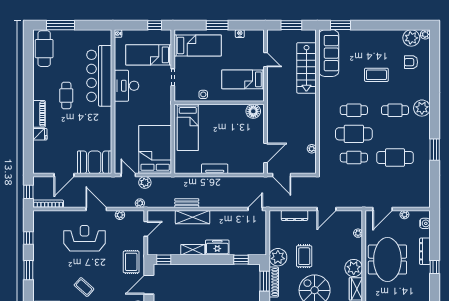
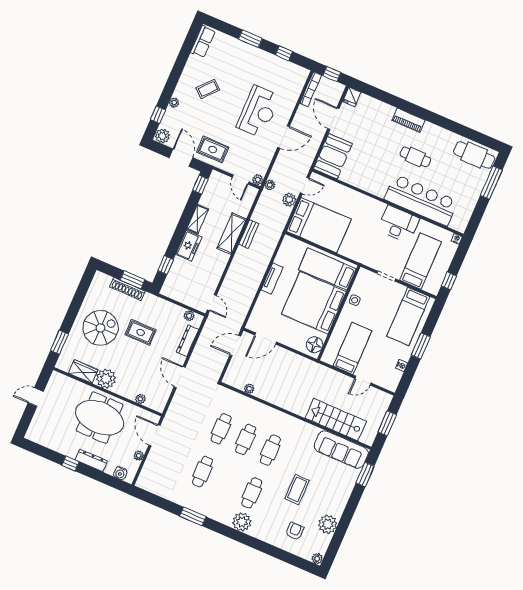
plant: (411, 38) -> (328, 524), moved
bed: (220, 126) -> (314, 303), added
fridge: (40, 134) -> (352, 97), moved
cafe table: (354, 134) -> (246, 439), width x0.73, depth x0.74
door: (265, 153) -> (266, 339), hinge flipped
cafe table: (395, 158) -> (202, 472), width x0.73, depth x0.74
plant: (120, 215) -> (258, 180), moved
plant: (278, 257) -> (189, 316), moved, width x0.53, depth x0.53

